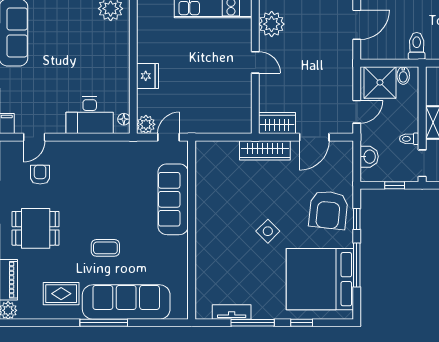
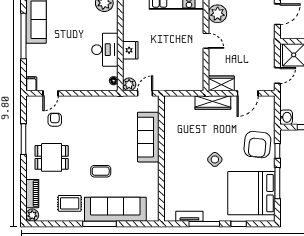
desk: (90, 115) -> (105, 50), moved, turned -90
washbasin: (369, 157) -> (286, 117), moved

